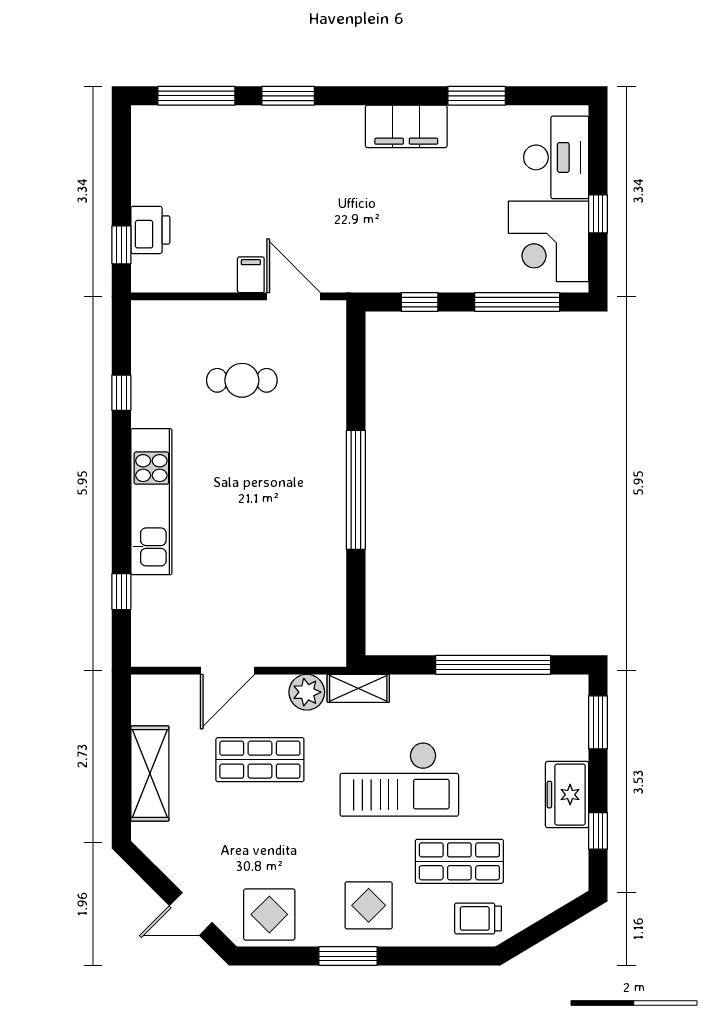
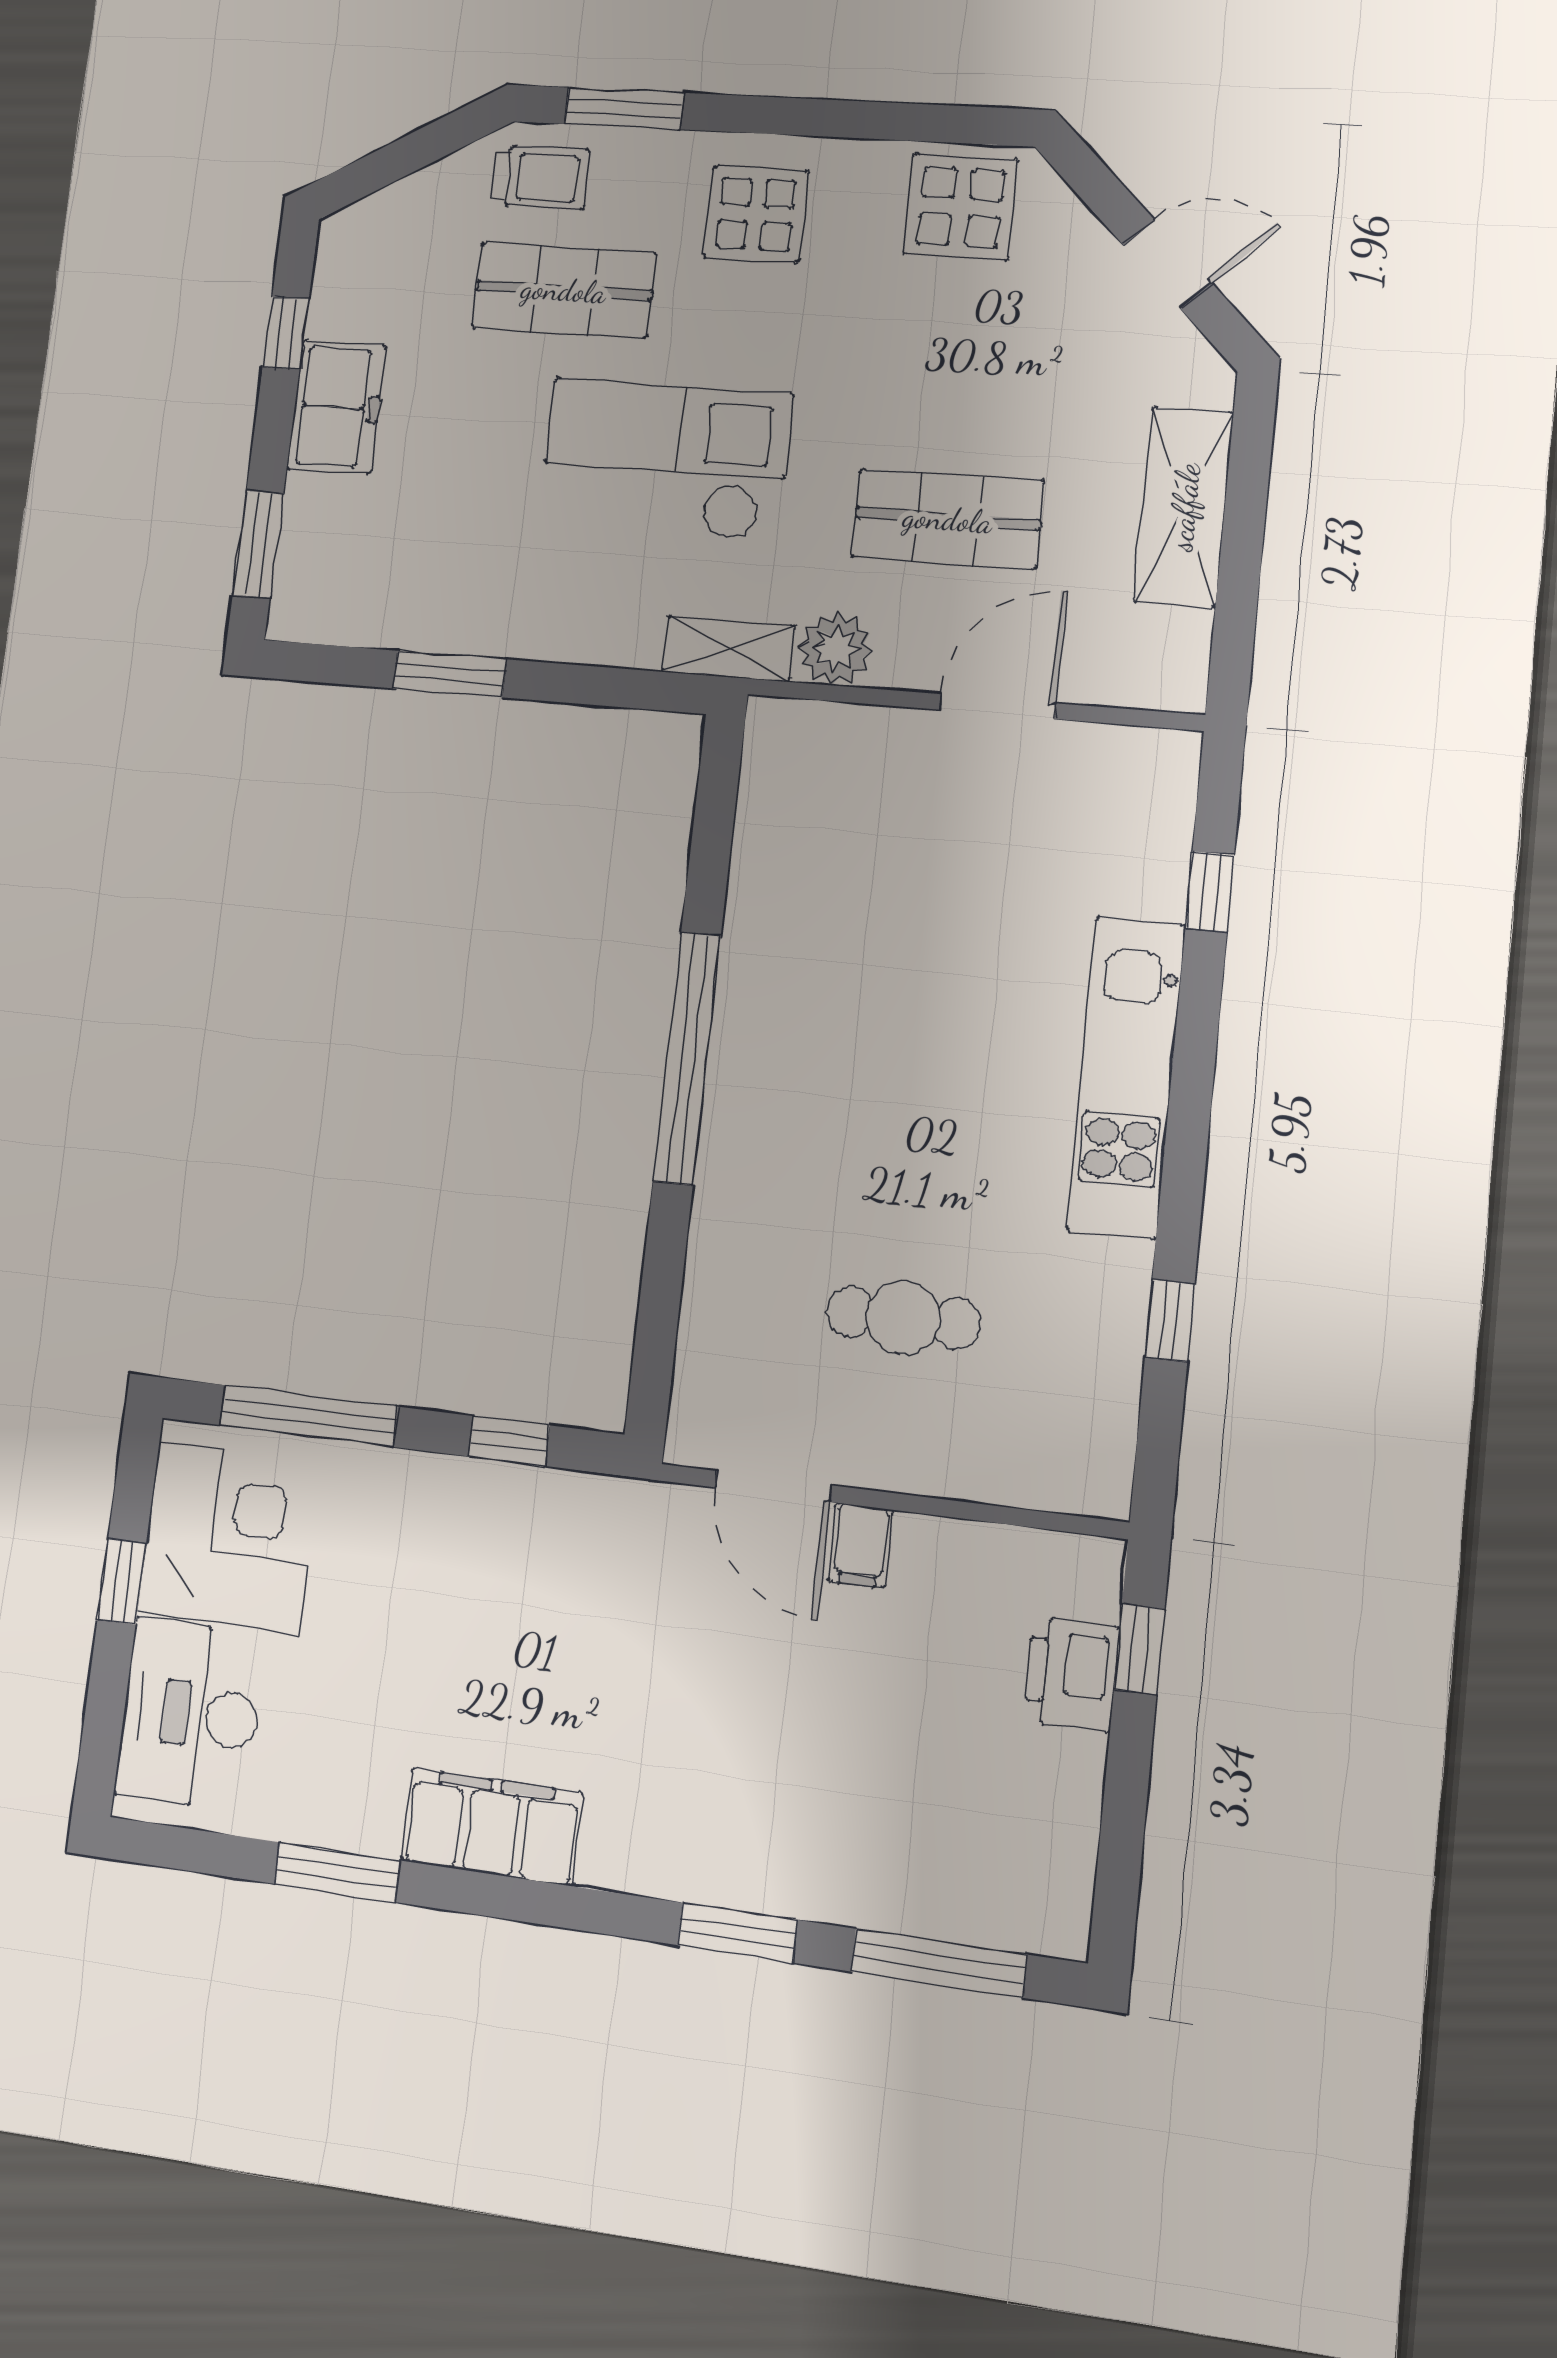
window: (493, 665) -> (450, 674), width x0.47
door: (191, 914) -> (1167, 264), moved
window: (348, 956) -> (624, 108), moved

